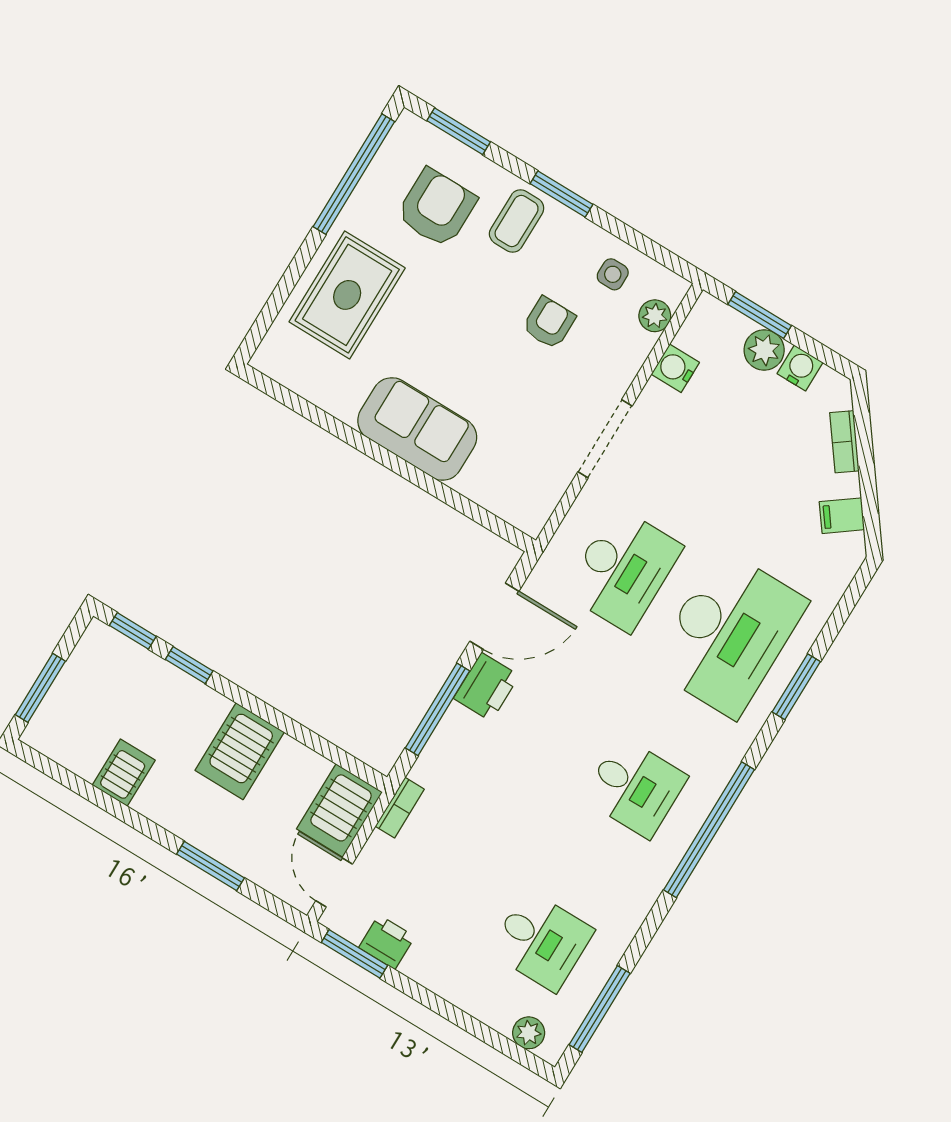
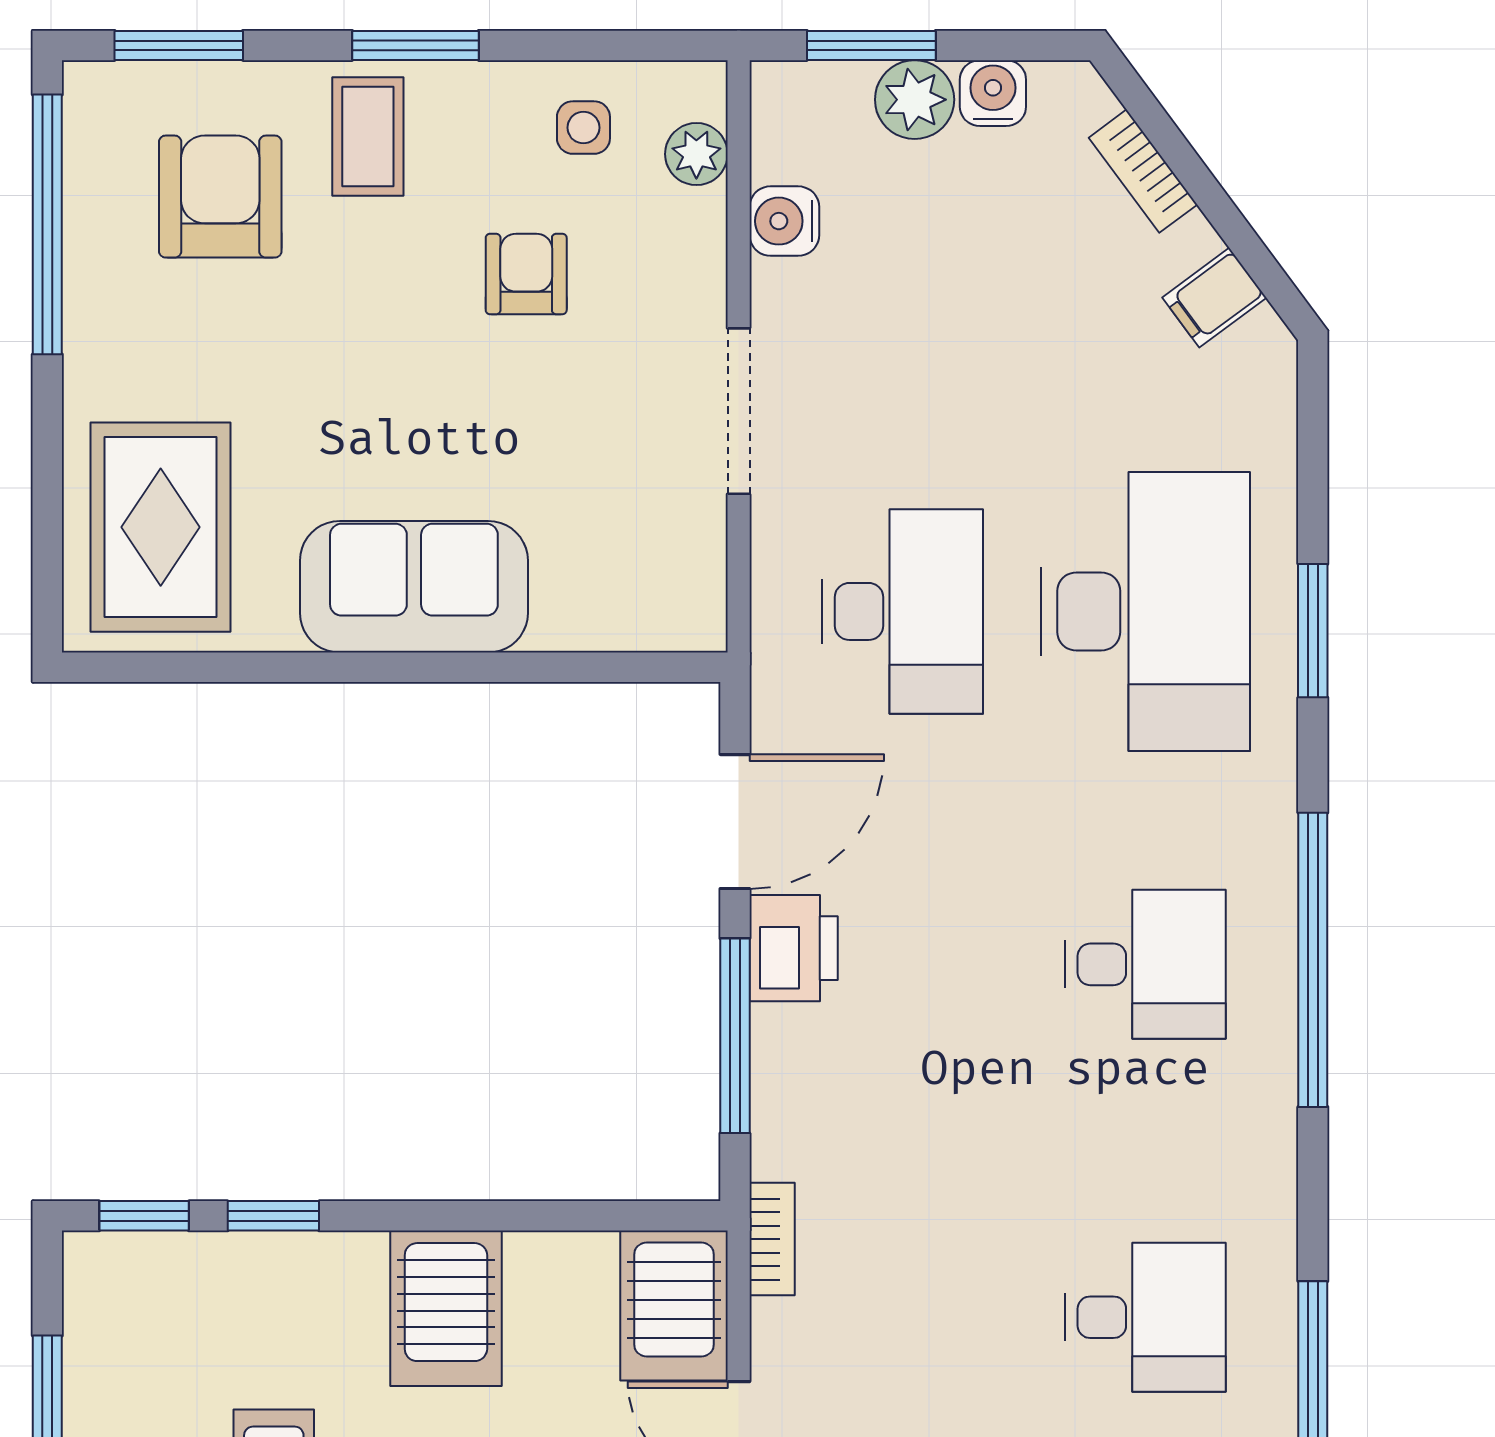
rug: (347, 295) -> (161, 527), moved

